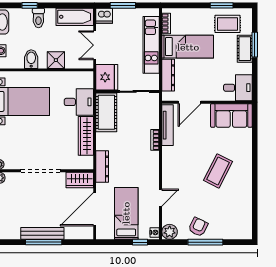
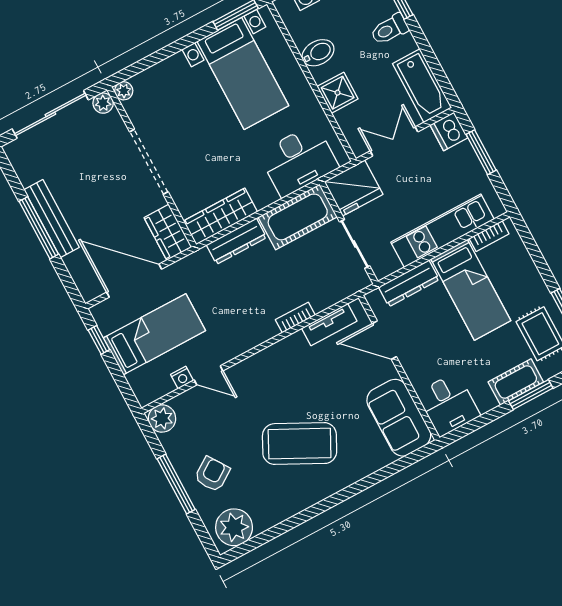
desk: (79, 102) -> (299, 160), width x1.37
tv unit: (167, 125) -> (329, 325), width x0.71
wardrobe: (86, 136) -> (220, 216), moved
dresser: (102, 166) -> (236, 241), moved
coffee table: (218, 171) -> (300, 444), width x1.36, depth x1.32
plant: (242, 225) -> (234, 527), added
armchair: (198, 227) -> (212, 474), moved, turned -60
nightstand: (155, 232) -> (182, 377), moved
window: (140, 242) -> (99, 340), moved

